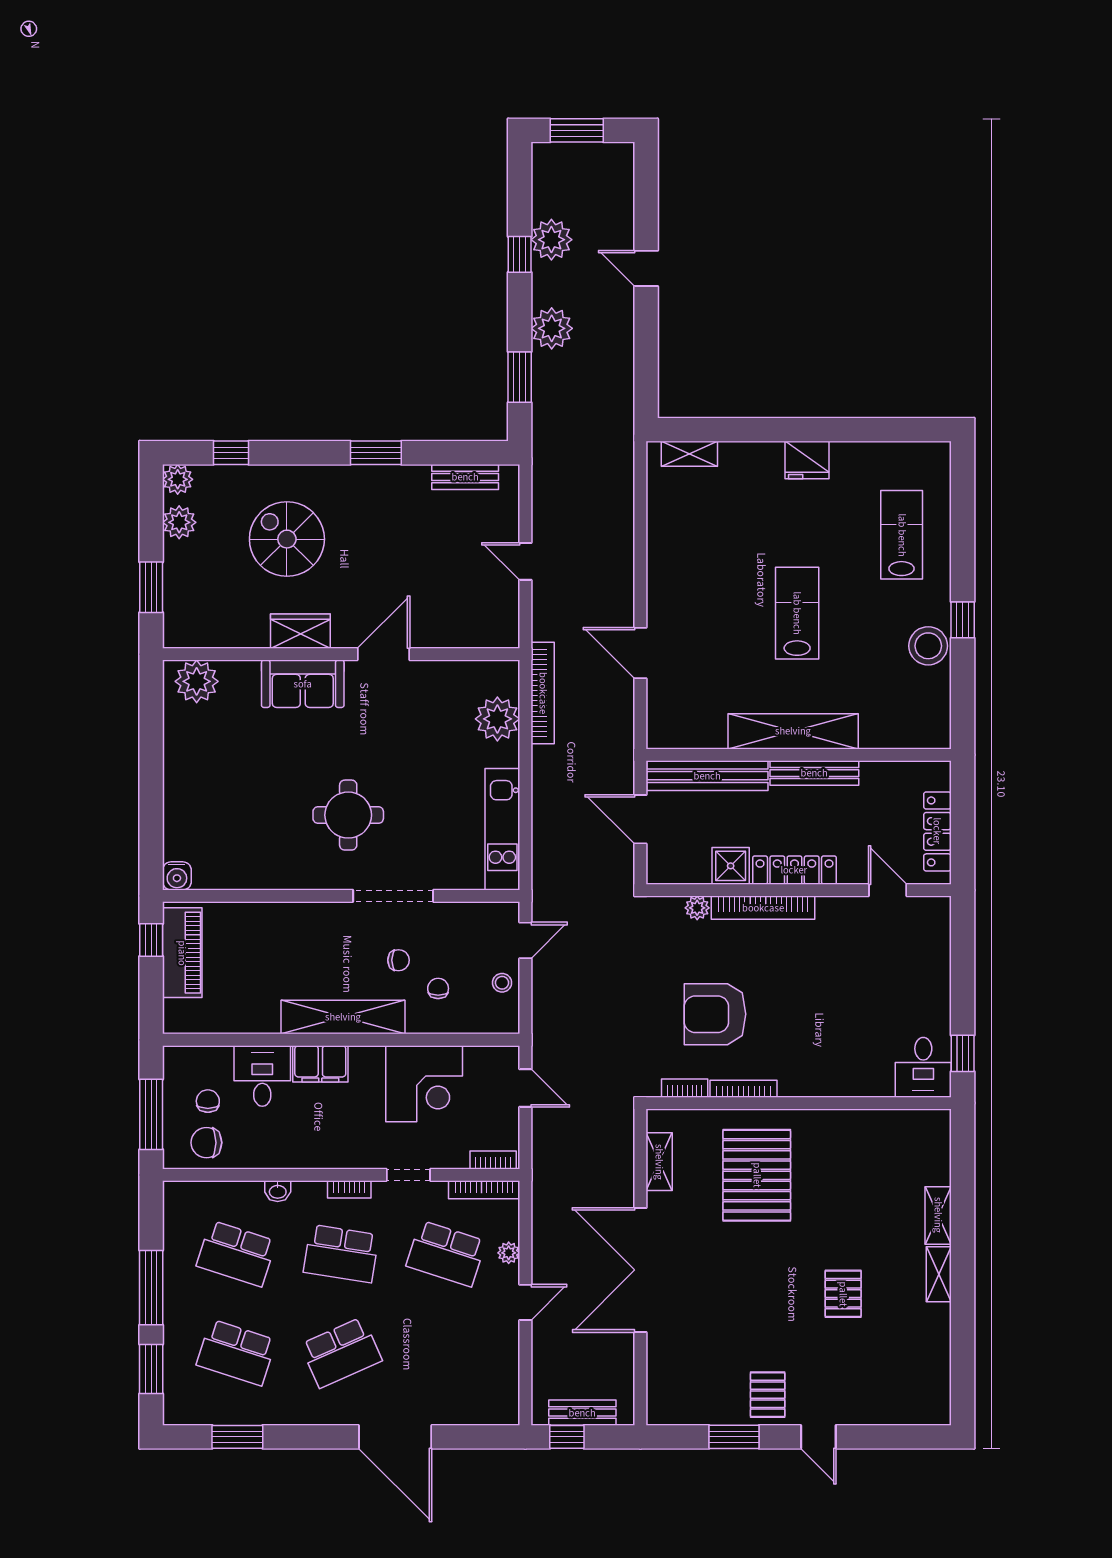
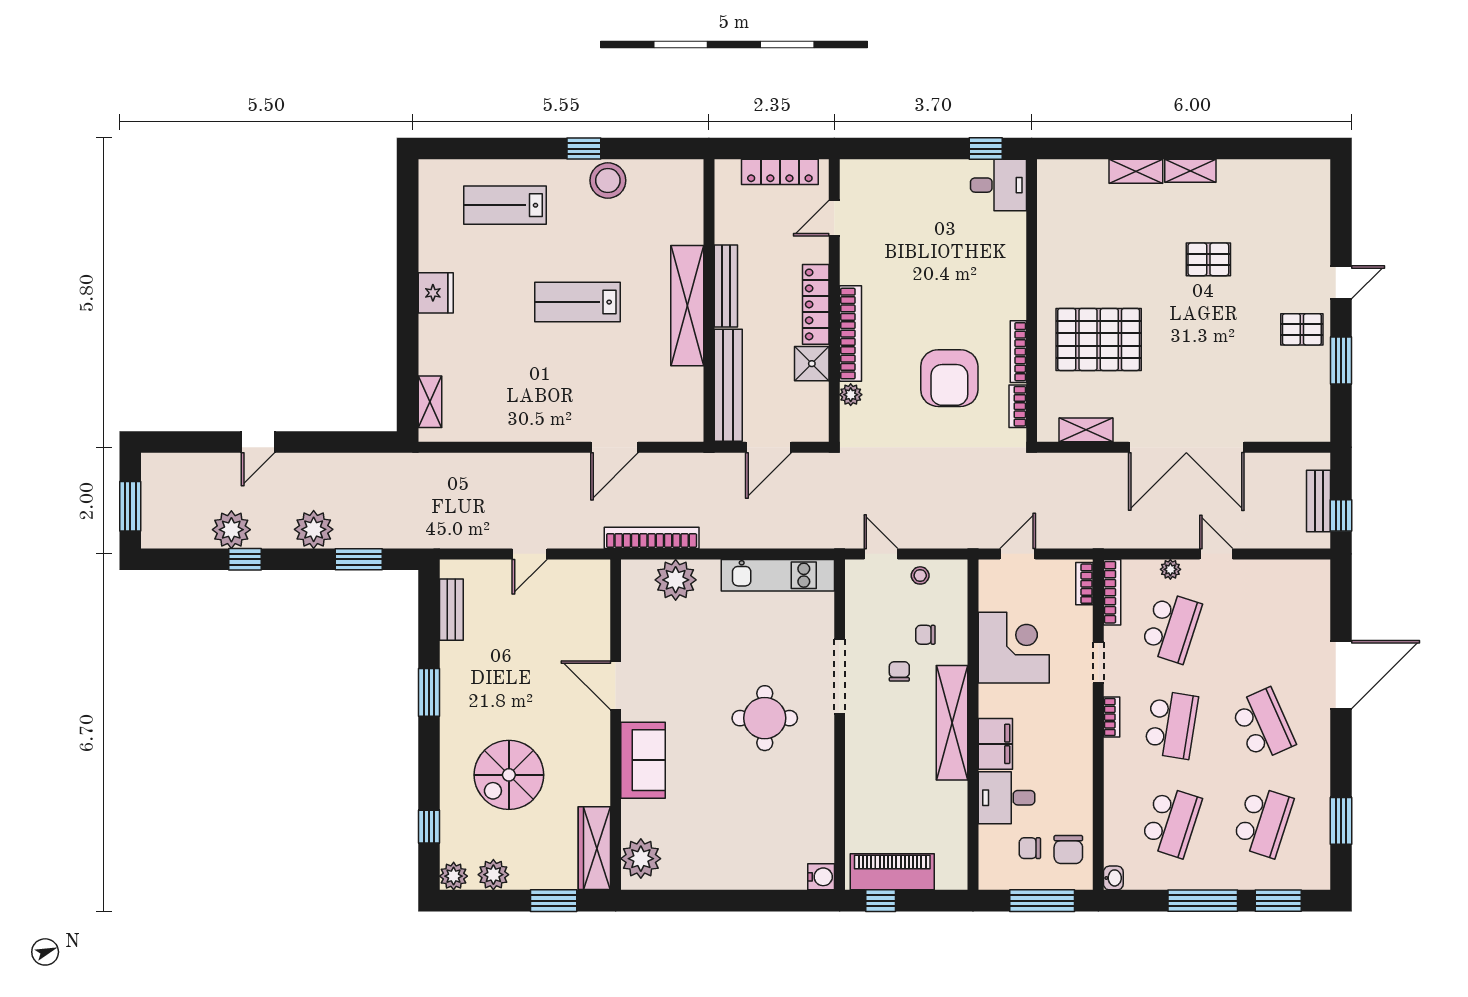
wardrobe: (300, 631) -> (594, 848), moved, width x1.50
washbasin: (278, 1191) -> (1113, 878), moved

